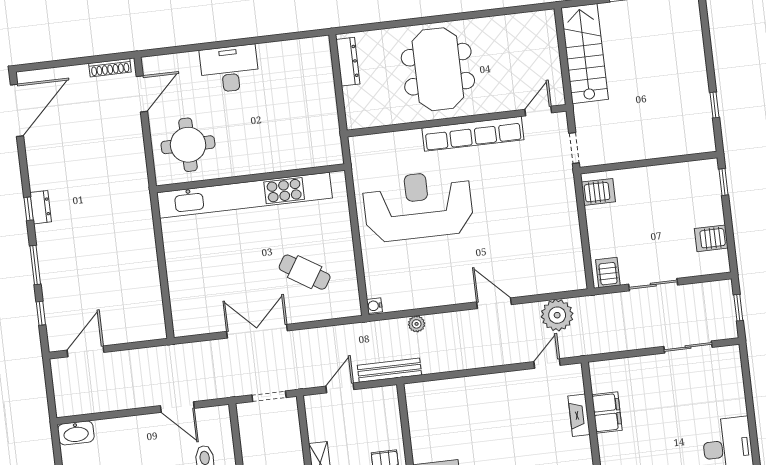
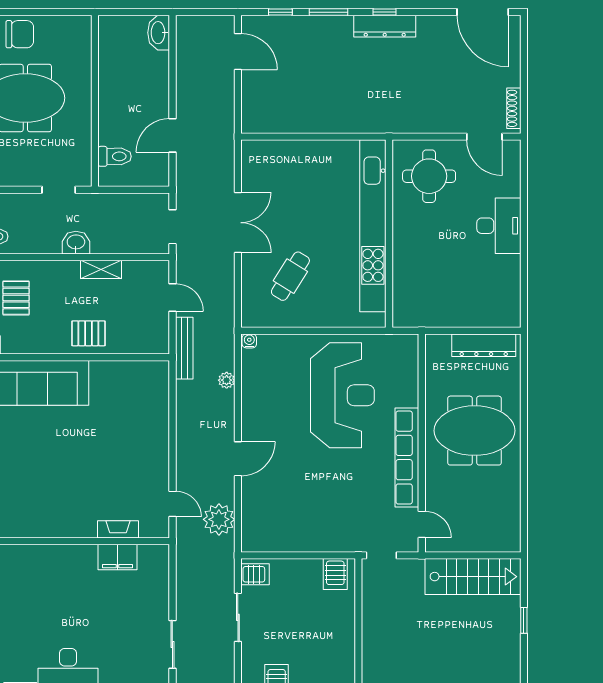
dresser: (348, 62) -> (484, 345), width x1.37, depth x1.24
dresser: (41, 207) -> (385, 26), width x1.96, depth x1.24

